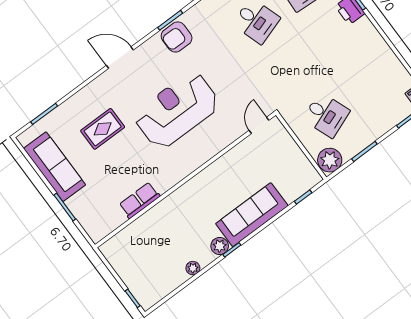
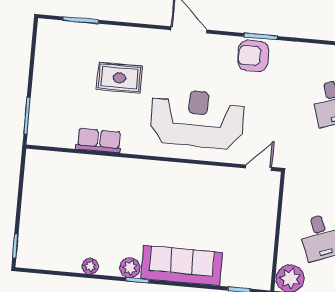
door: (259, 125) -> (259, 168), moved
sofa: (55, 167) -> (49, 73), removed
wall: (185, 180) -> (154, 158), moved
row of seats: (140, 200) -> (99, 141), moved

